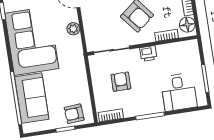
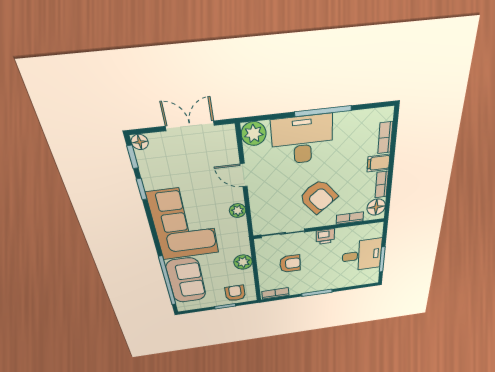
plant: (80, 79) -> (243, 262), added
armchair: (121, 82) -> (290, 264), turned 90
desk: (179, 92) -> (362, 255), moved, turned -90
armchair: (74, 114) -> (235, 293), turned 94

